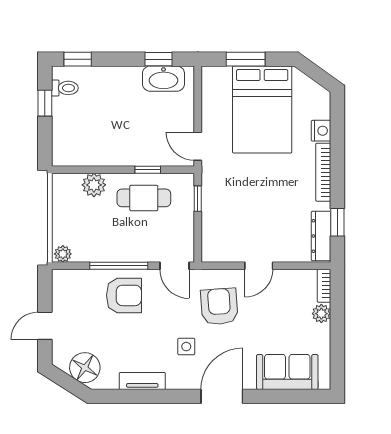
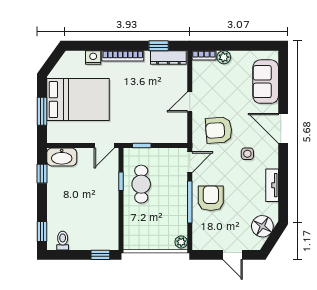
washbasin: (163, 79) -> (62, 157), moved, turned 90
window: (45, 103) -> (100, 255), moved
plant: (94, 185) -> (132, 220), removed
door: (259, 266) -> (190, 102), swing flipped

